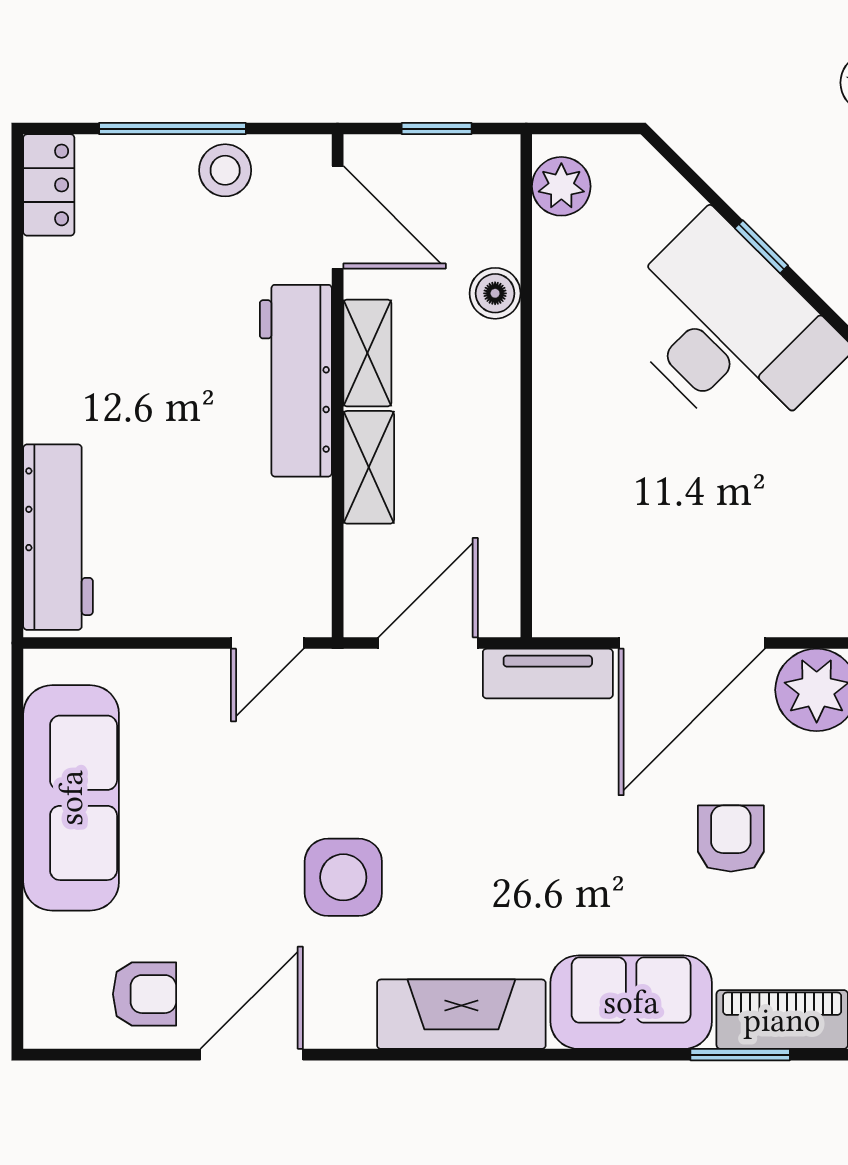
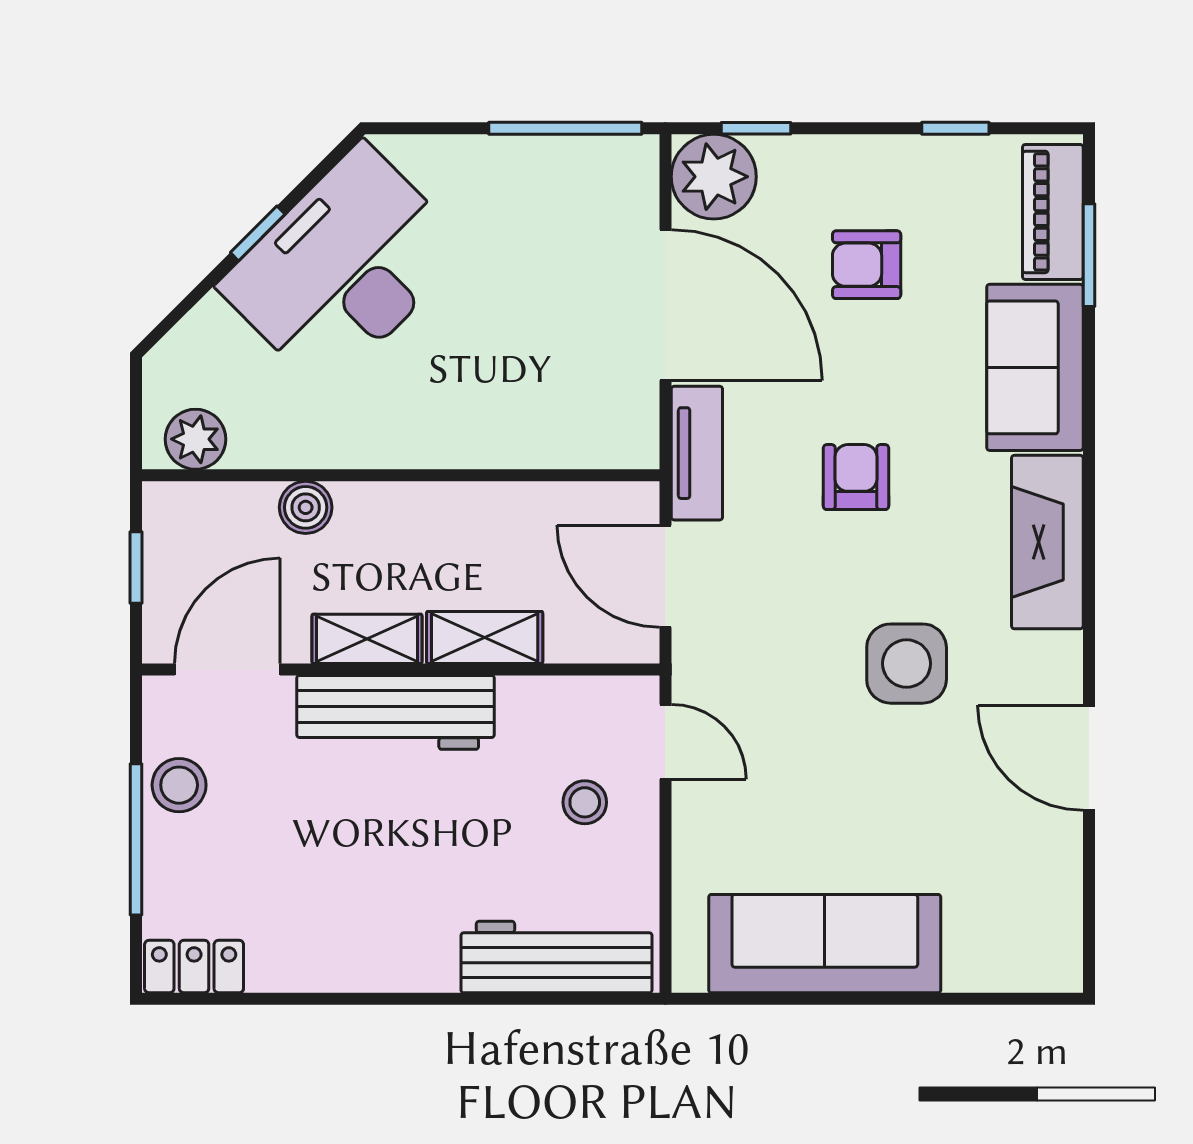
stool: (208, 565) -> (585, 802), added
armchair: (144, 994) -> (856, 477), moved

